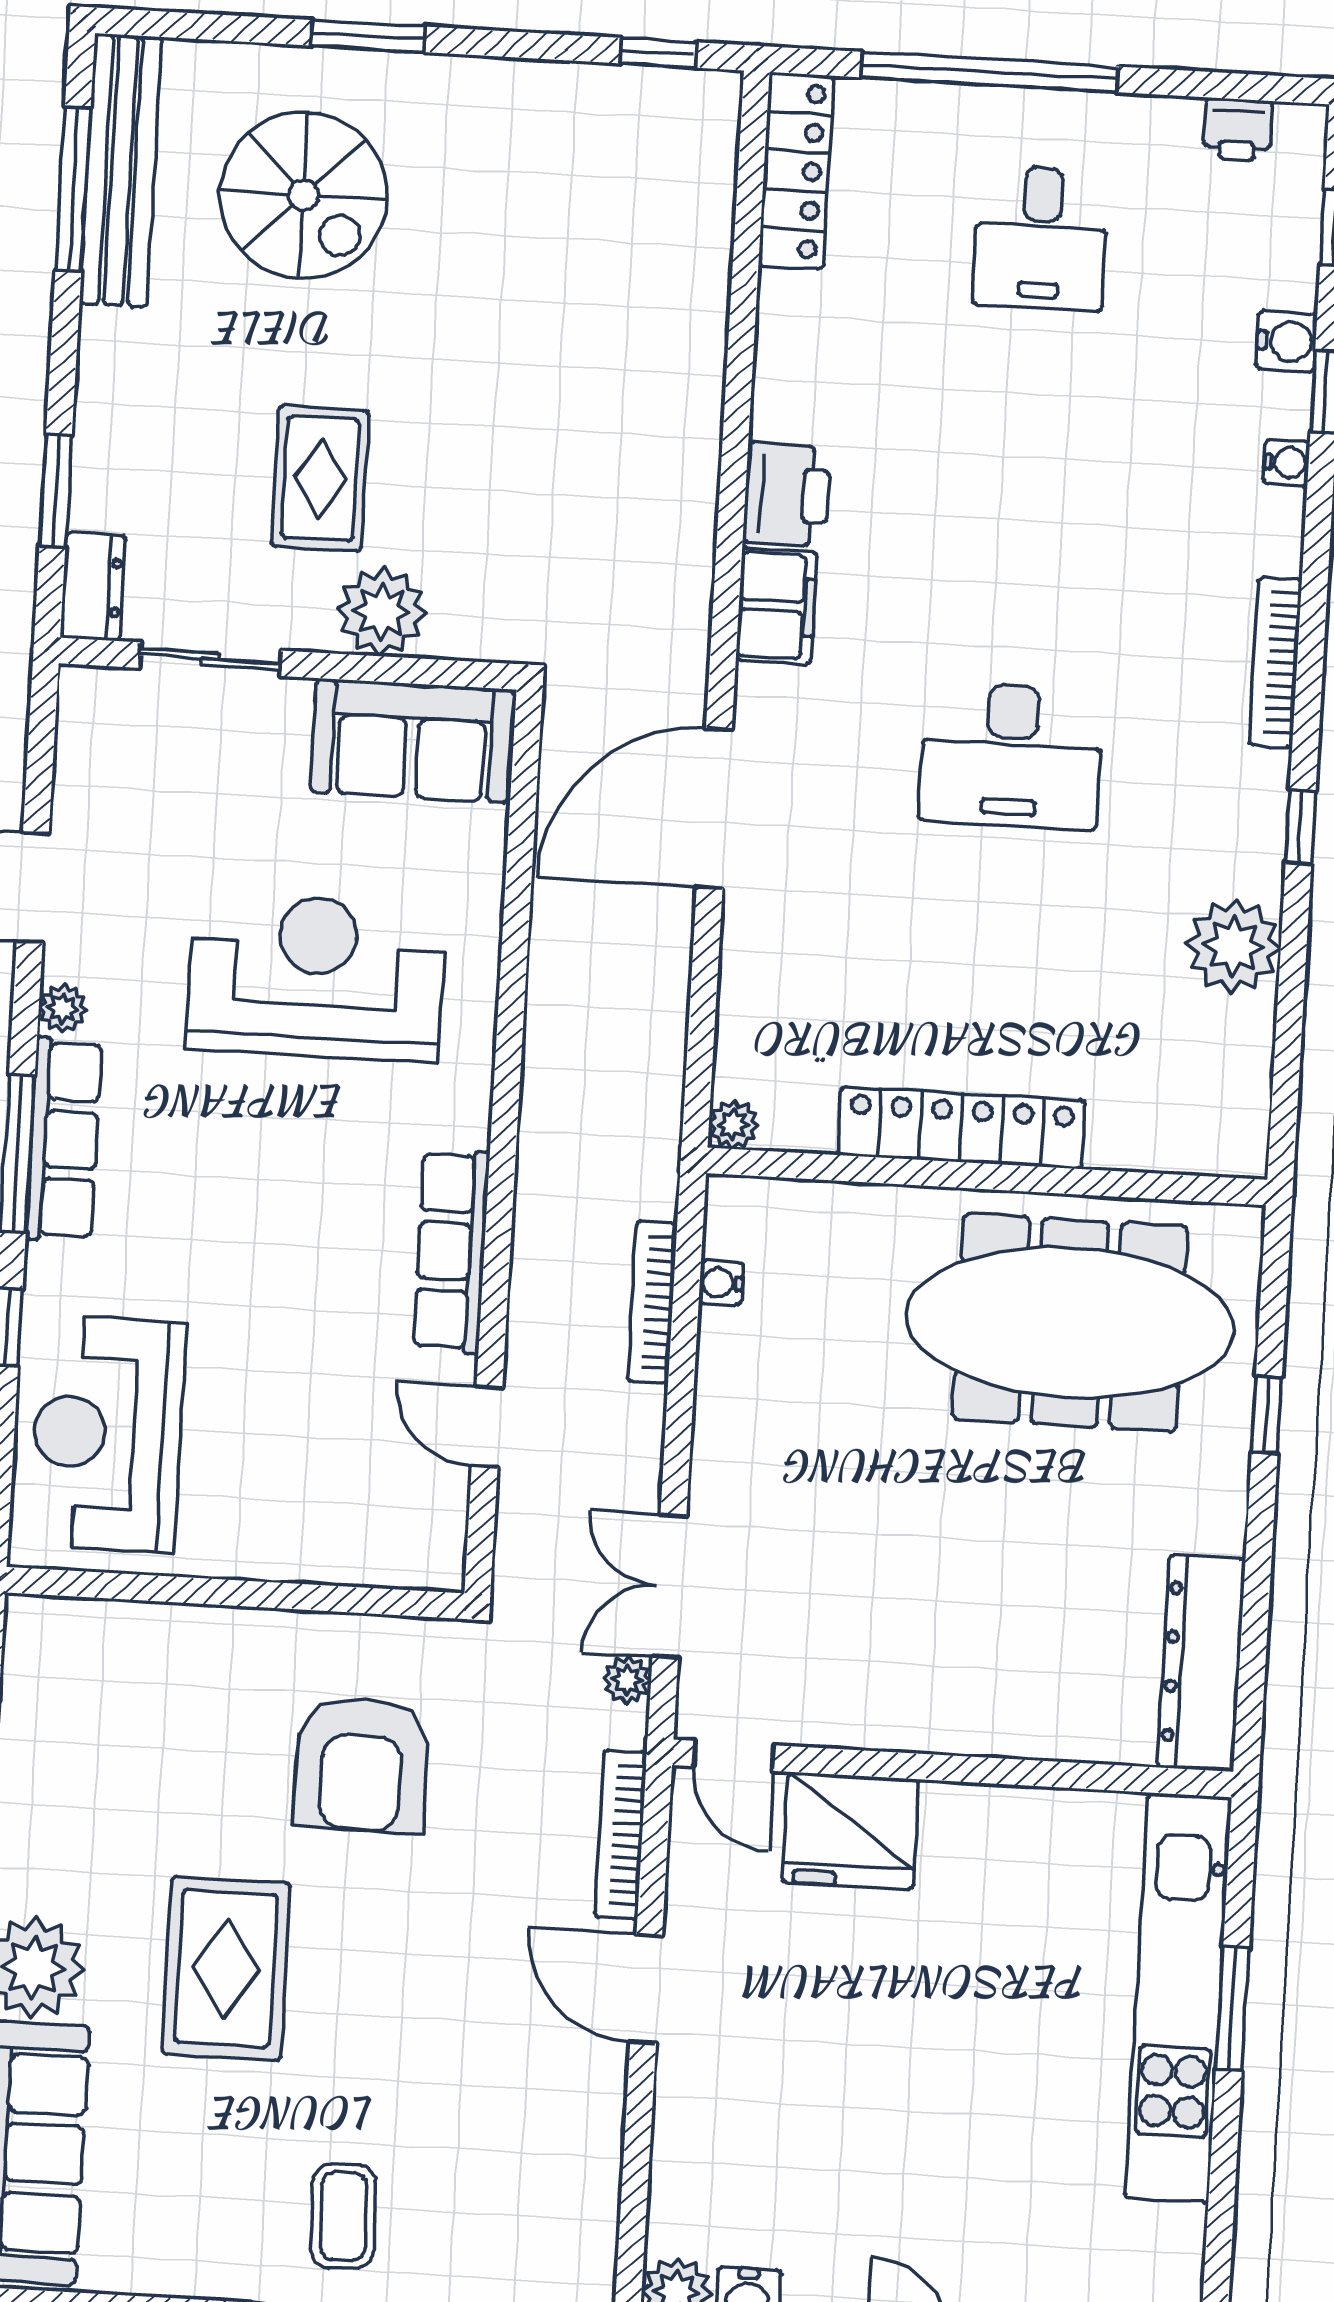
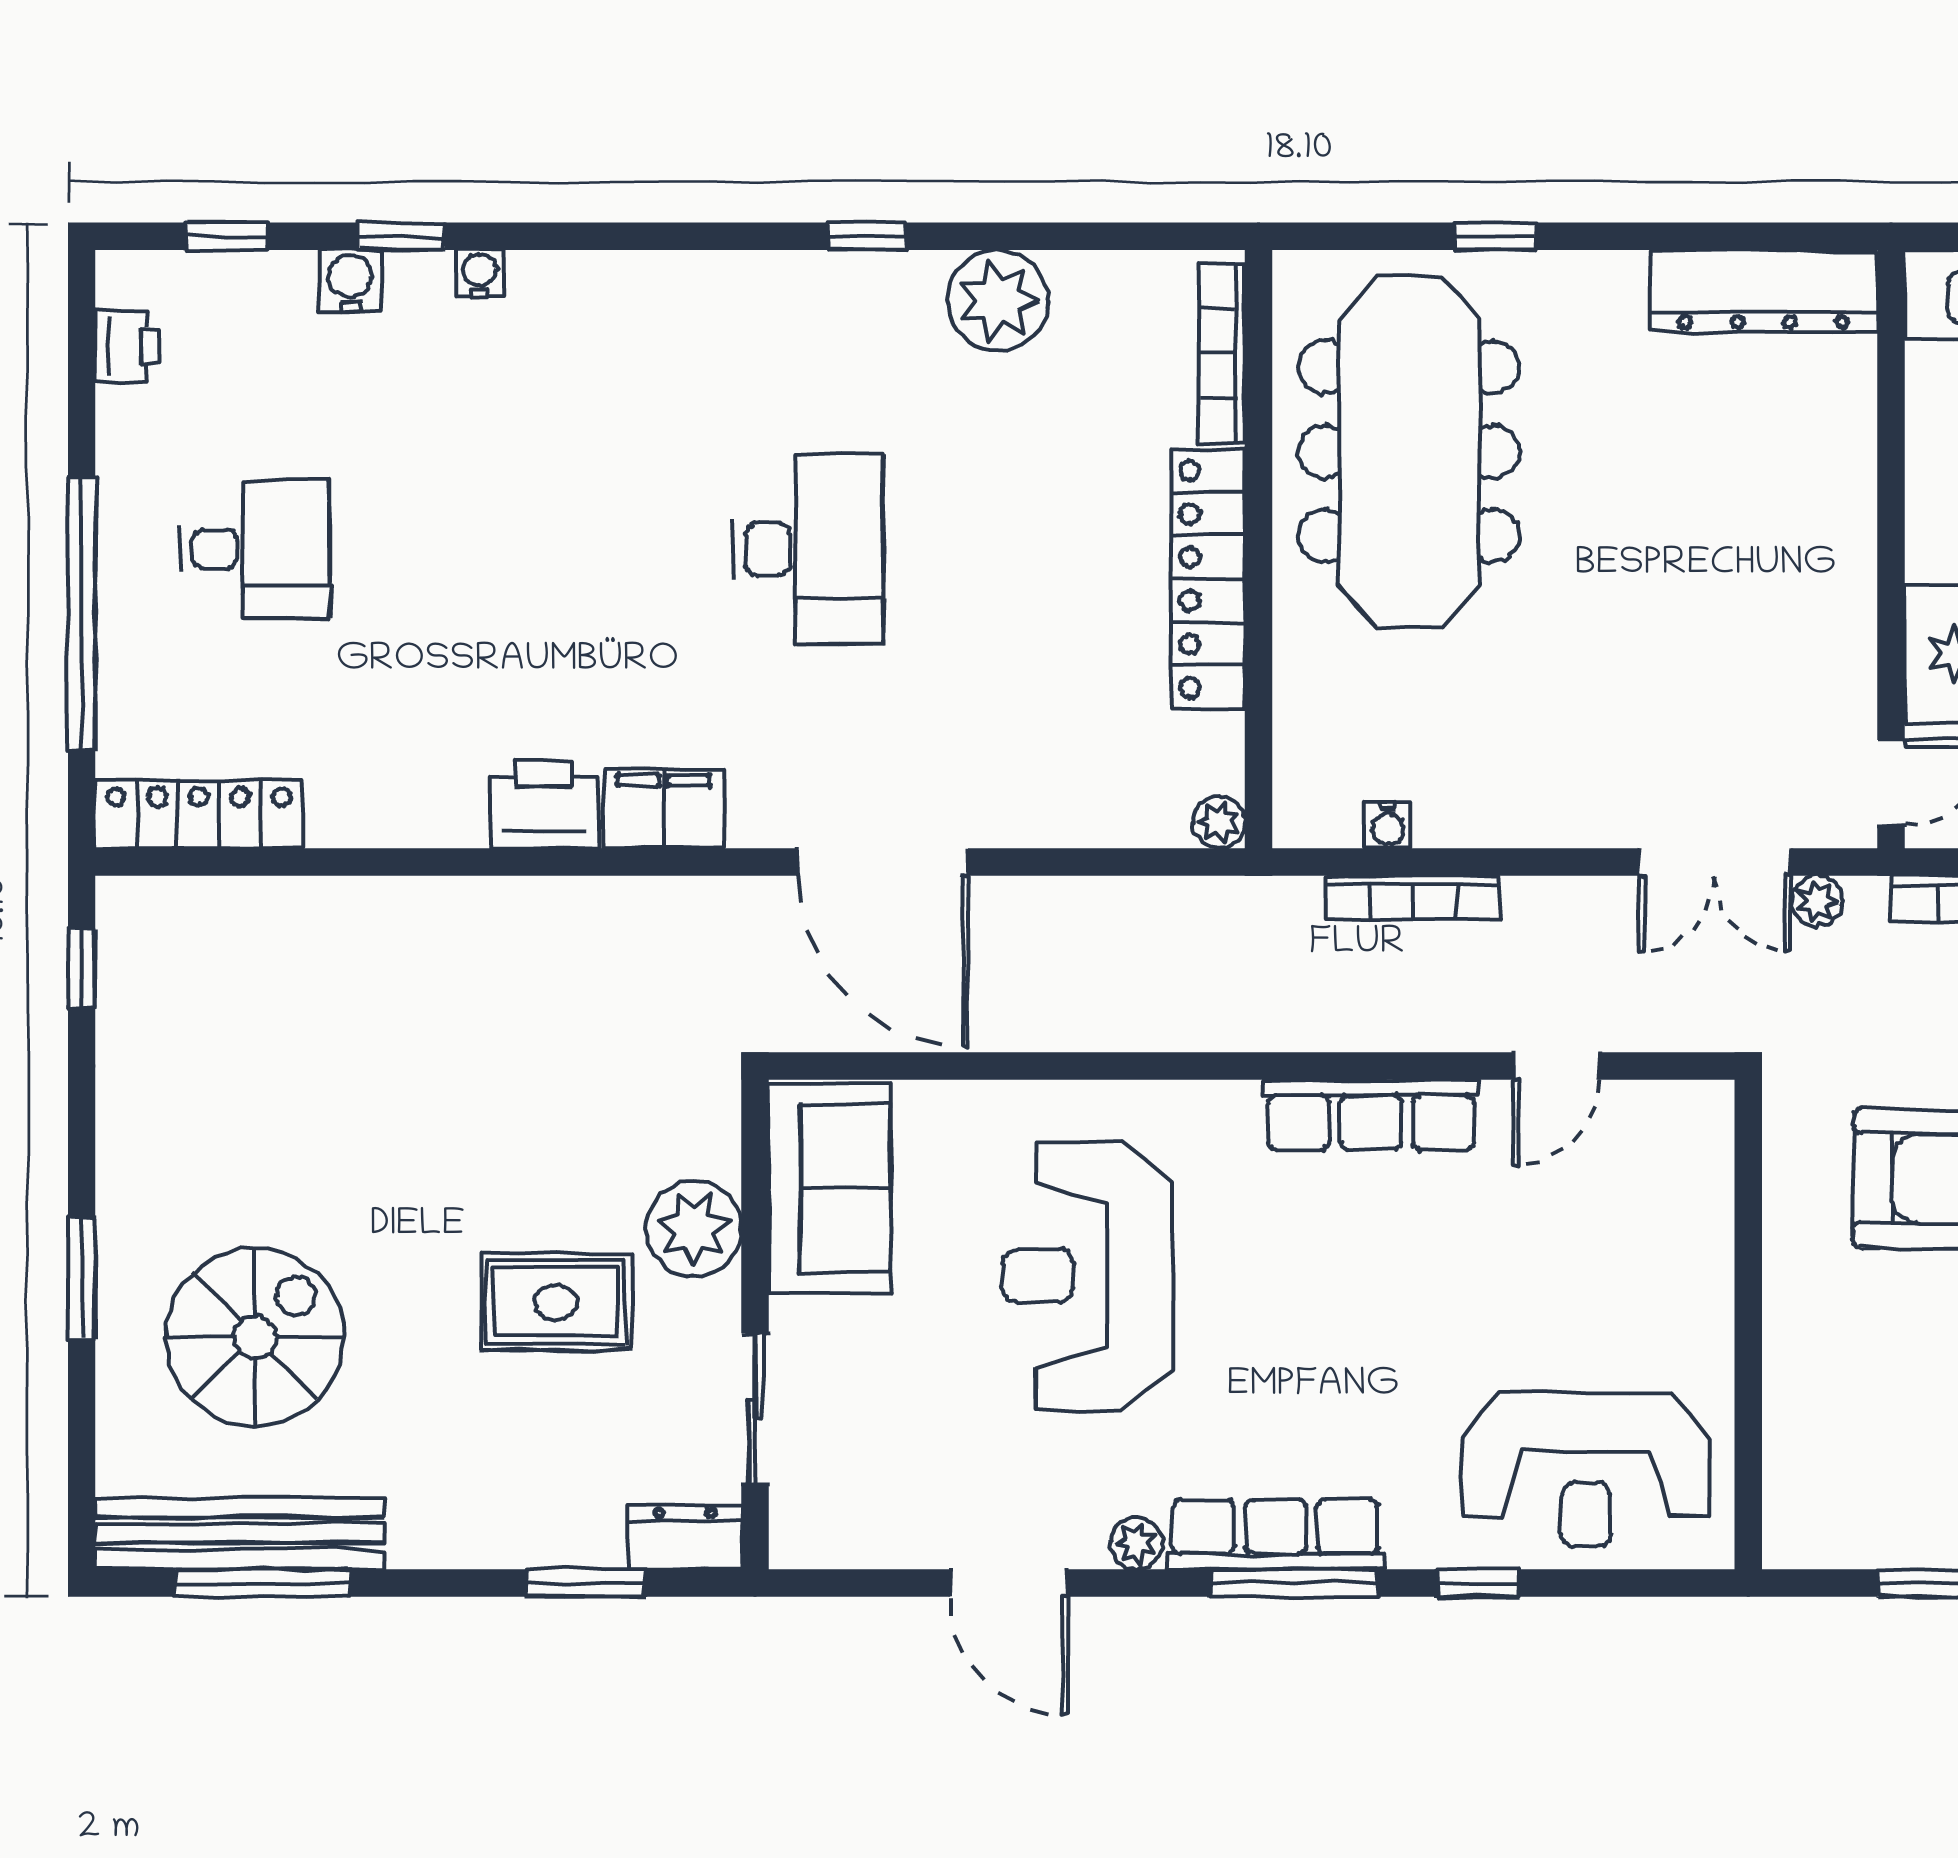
bookcase: (1276, 662) -> (1222, 353), moved, turned 90

